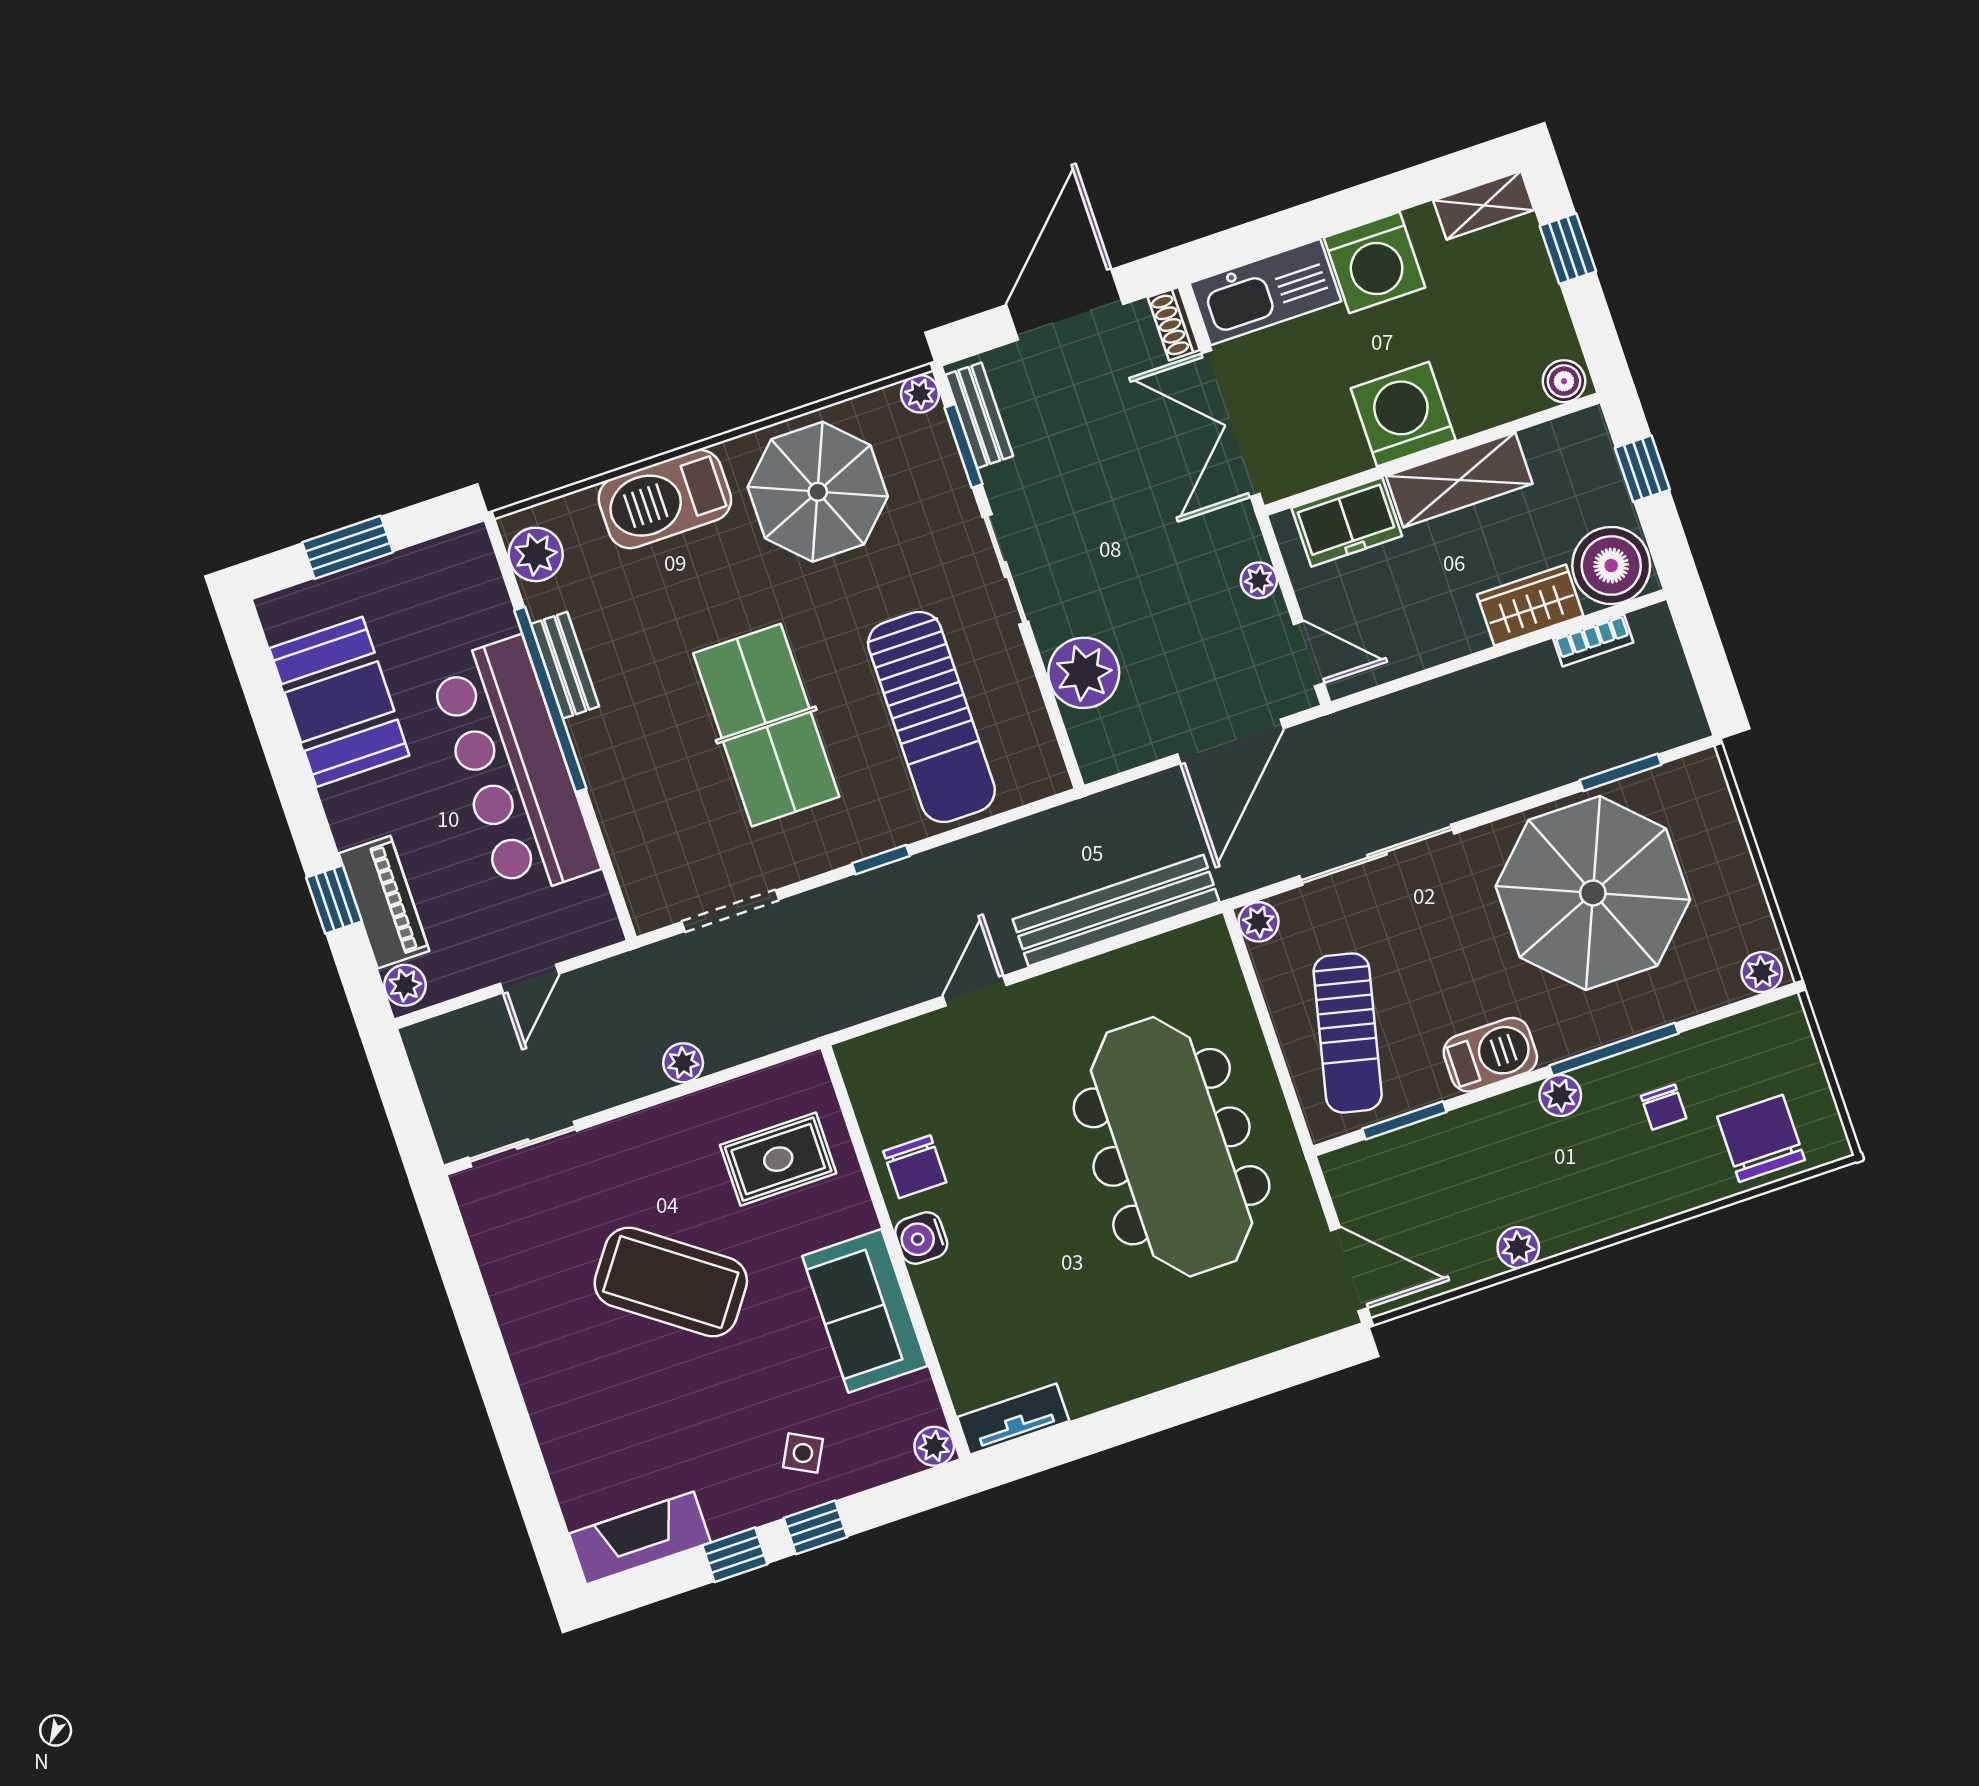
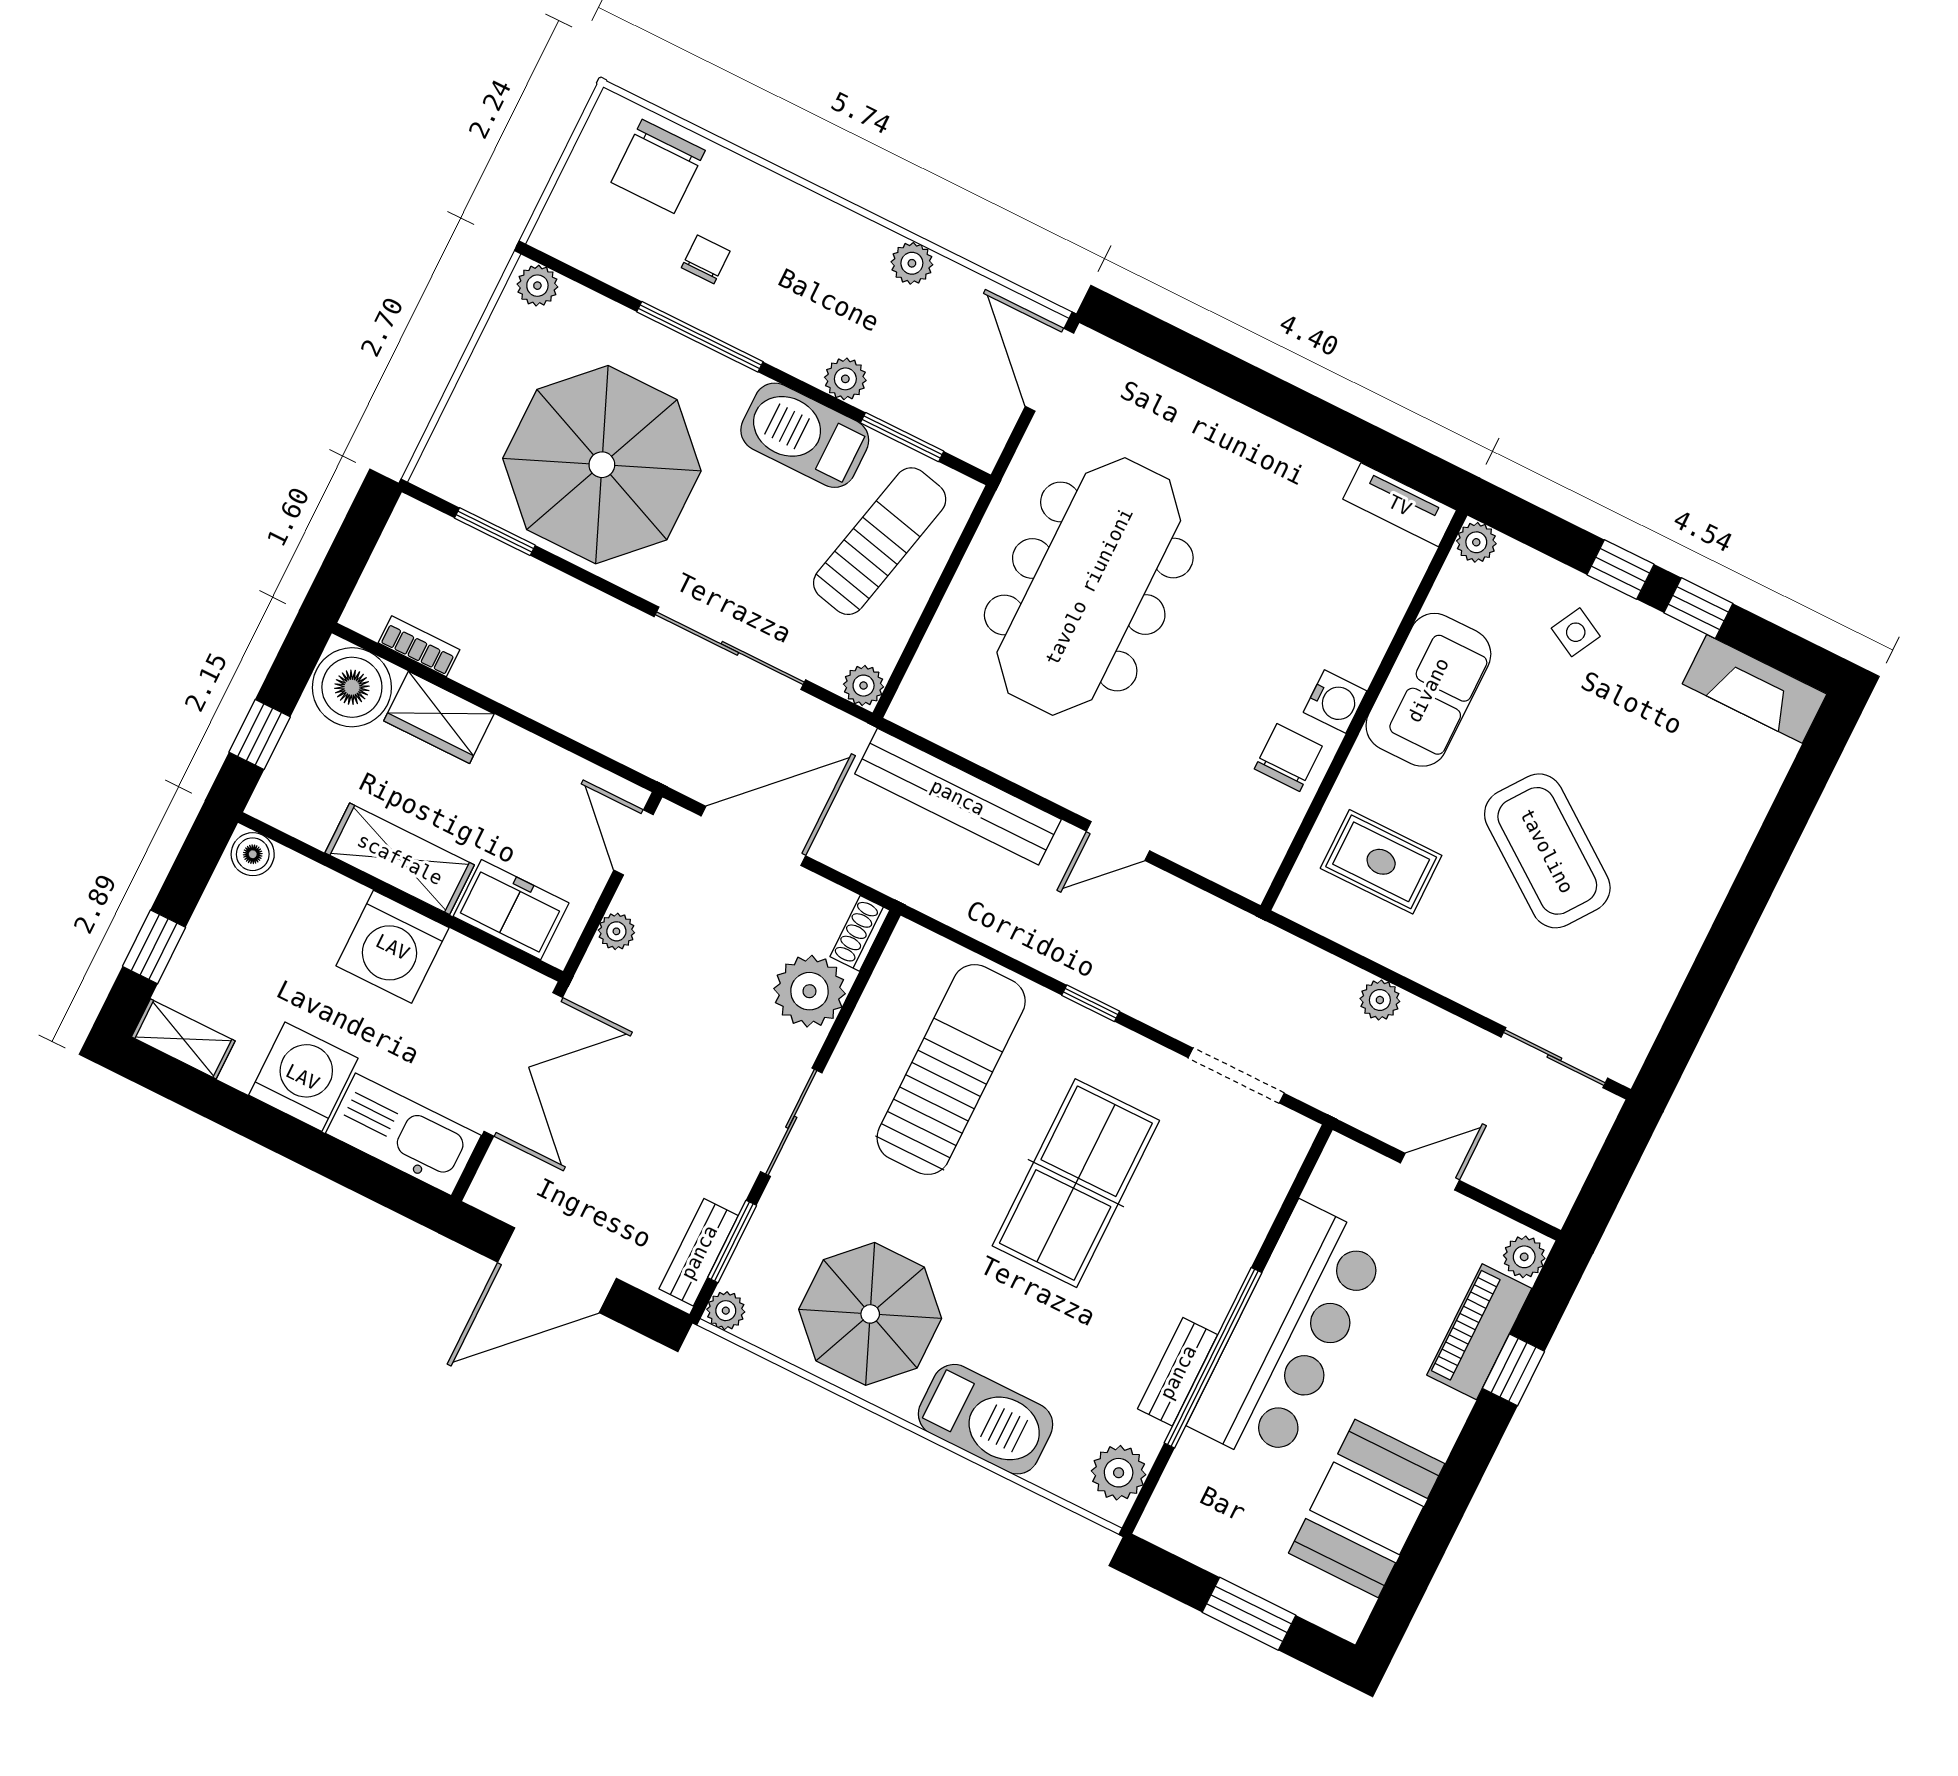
shoe rack: (1174, 324) -> (860, 933), moved, turned 180
barbecue: (1490, 1055) -> (805, 435), width x1.37, depth x1.21
plant: (1560, 1095) -> (845, 379), moved

